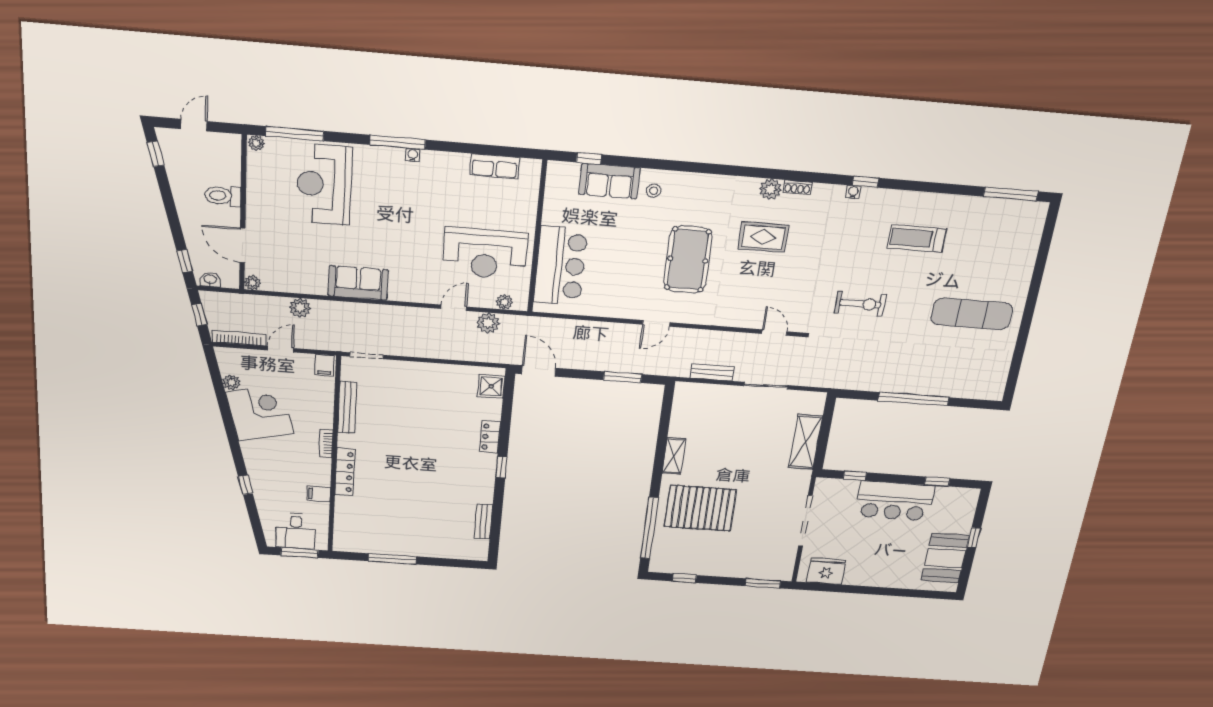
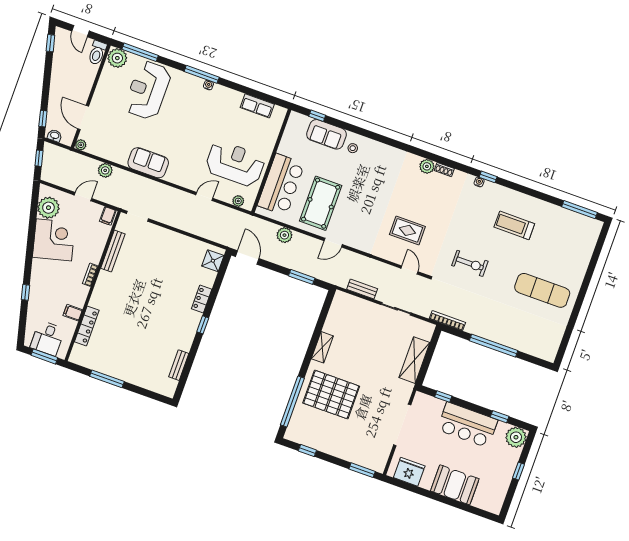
door: (194, 125) -> (81, 31), swing flipped
plant: (256, 143) -> (117, 58), width x1.87, depth x1.87
toilet: (223, 196) -> (97, 53), moved, turned -90
rug: (763, 237) -> (407, 230), moved
reception desk: (485, 254) -> (235, 164), turned 180
pool table: (688, 260) -> (321, 203), moved
plant: (488, 323) -> (284, 235), moved
bookcase: (239, 338) -> (447, 321), moved
plant: (231, 382) -> (48, 208), width x1.88, depth x1.88
locker: (345, 472) -> (87, 326), moved
plant: (964, 500) -> (516, 437), added
booth: (945, 558) -> (455, 485), moved, turned 90

